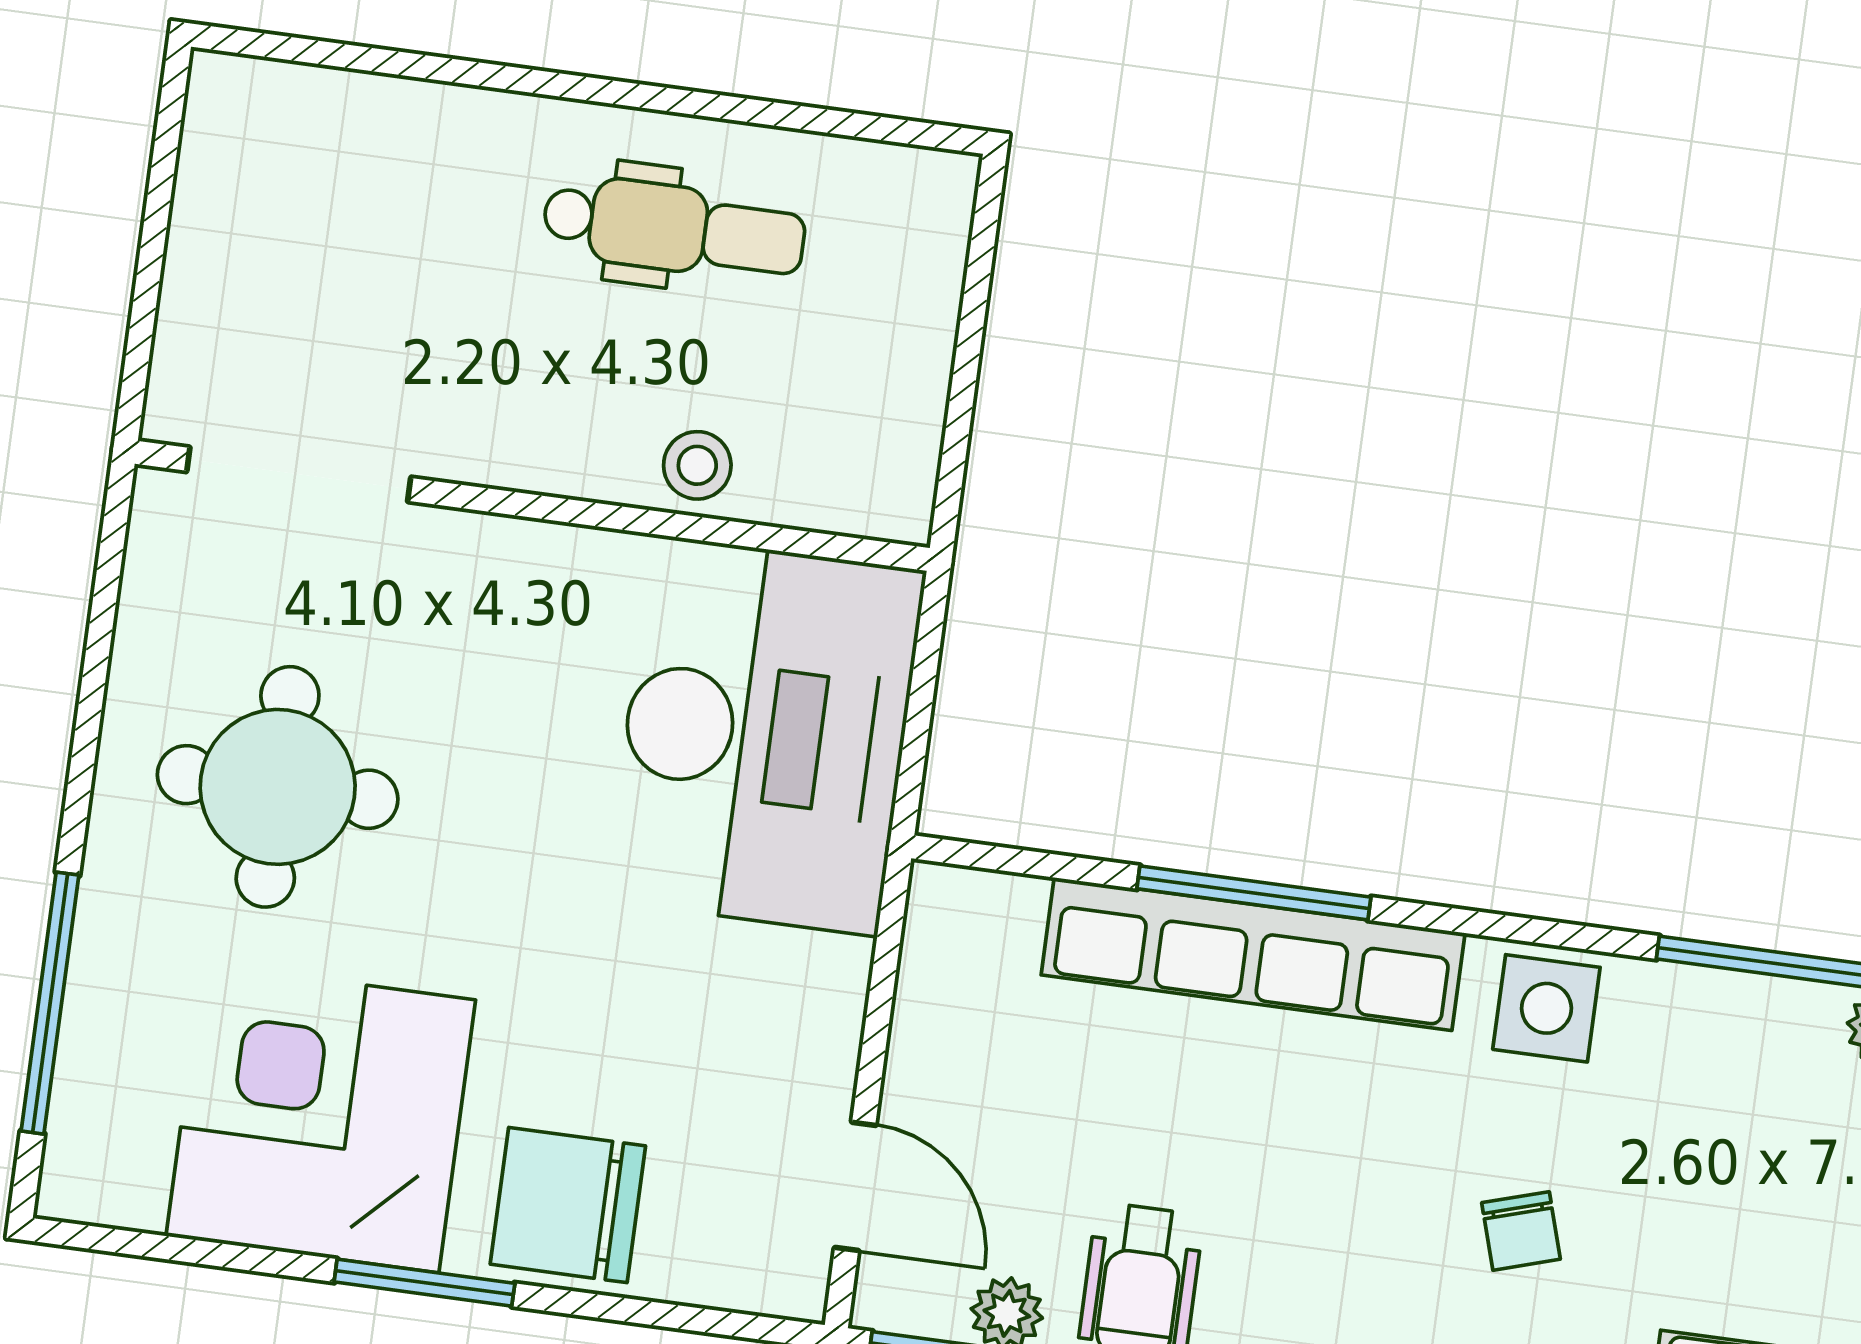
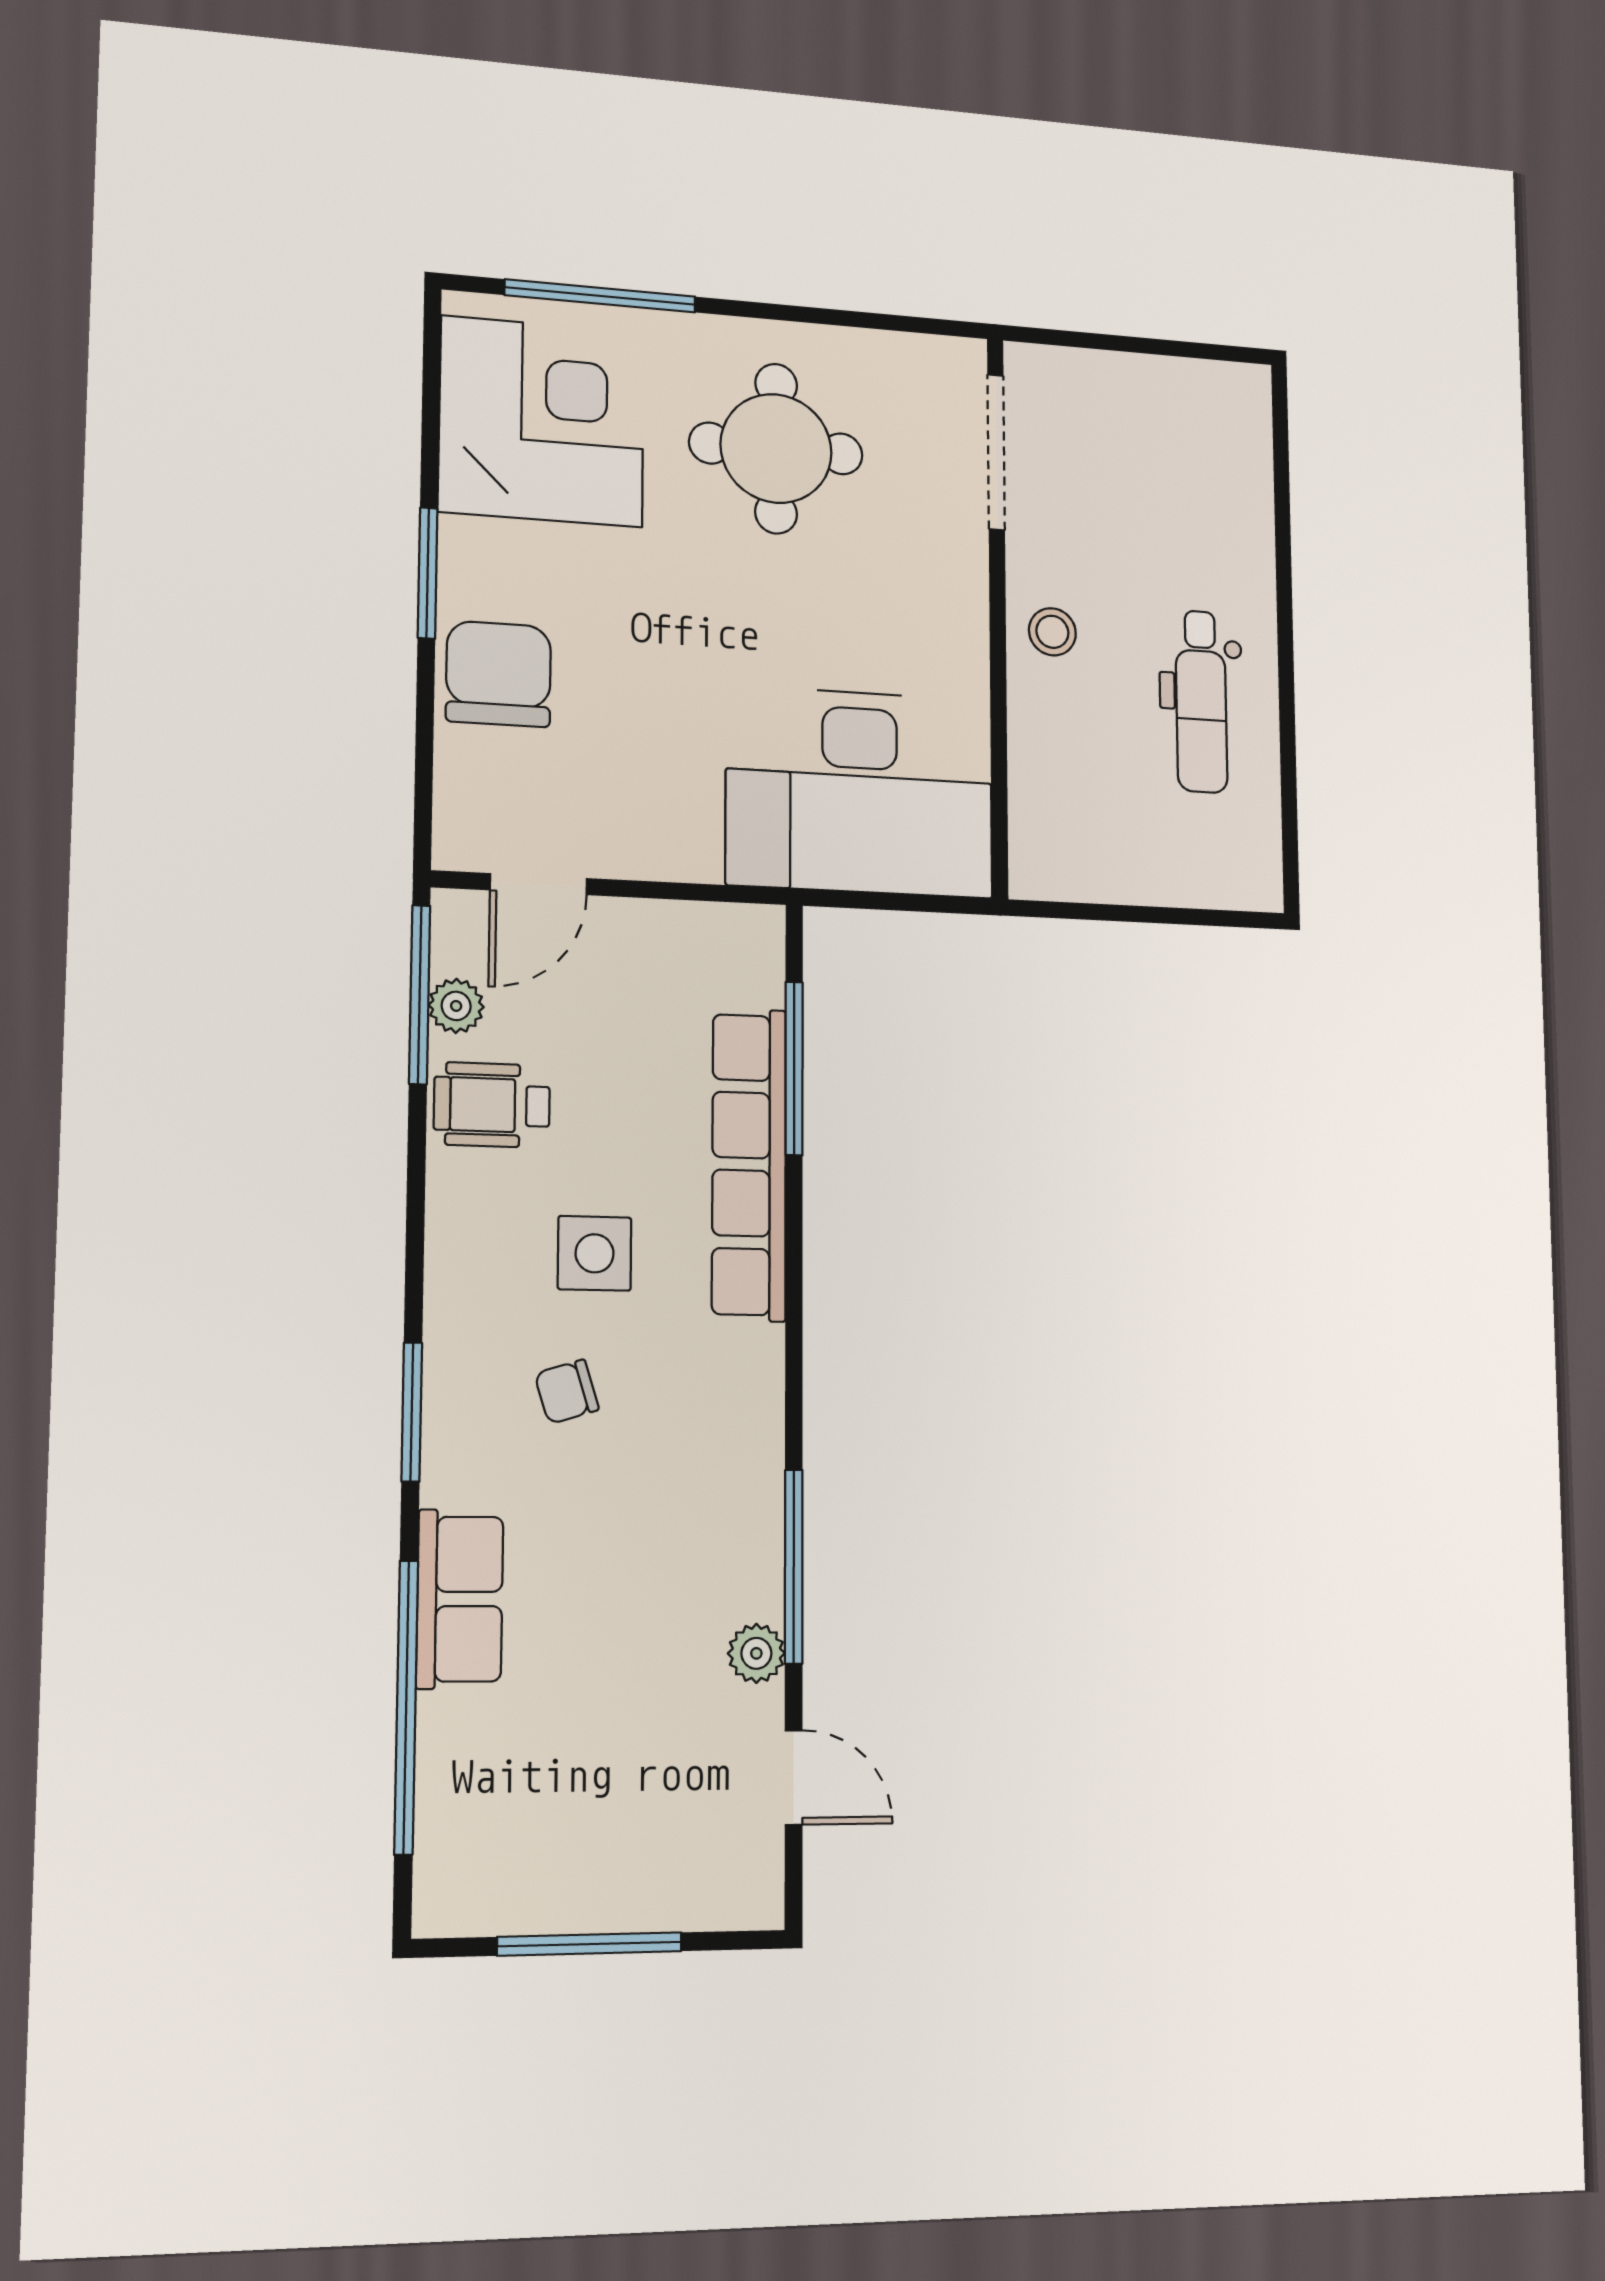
stool: (697, 465) -> (1052, 632), moved
window: (1254, 893) -> (794, 1068), moved
side table: (1546, 1008) -> (595, 1253), moved
corner desk: (321, 1118) -> (542, 421), moved

